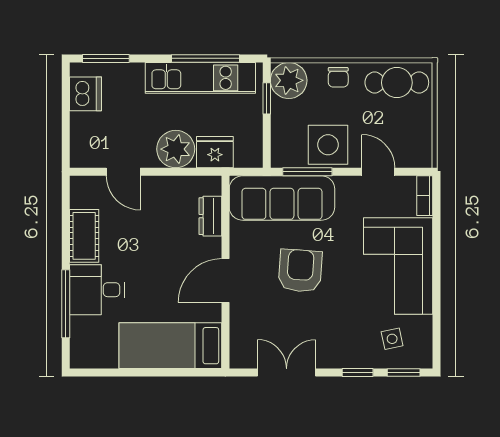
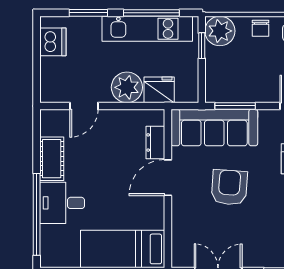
window: (106, 58) -> (88, 13), moved
side table: (328, 145) -> (252, 84), removed
door: (123, 172) -> (84, 106), hinge flipped
door: (225, 281) -> (168, 178), moved
window: (66, 304) -> (37, 214), width x1.46

